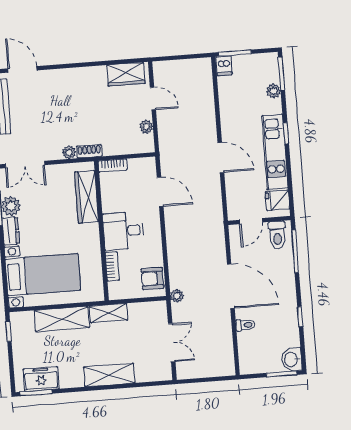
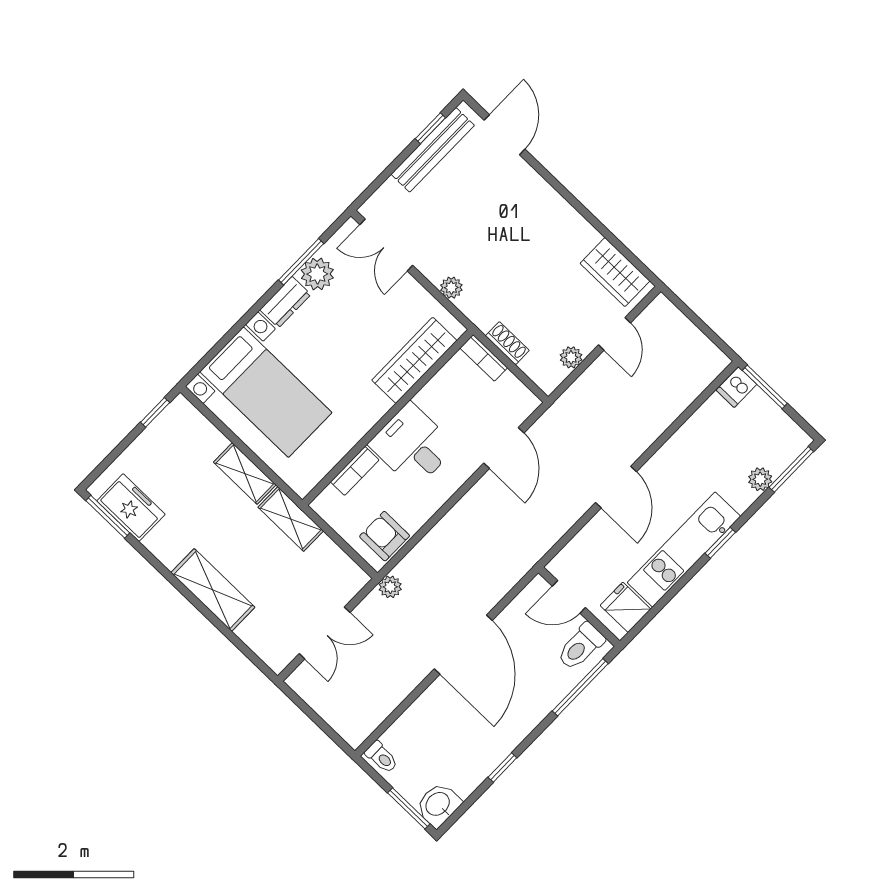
shoe rack: (89, 151) -> (507, 343), moved
shelving: (62, 319) -> (245, 474), width x0.67, depth x0.75
toilet: (245, 325) -> (382, 757), moved

